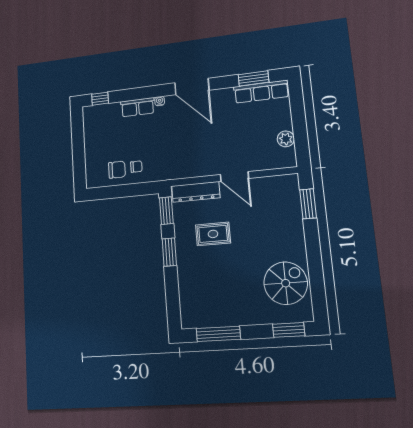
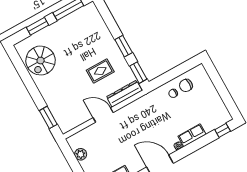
window: (289, 330) -> (38, 26), moved

